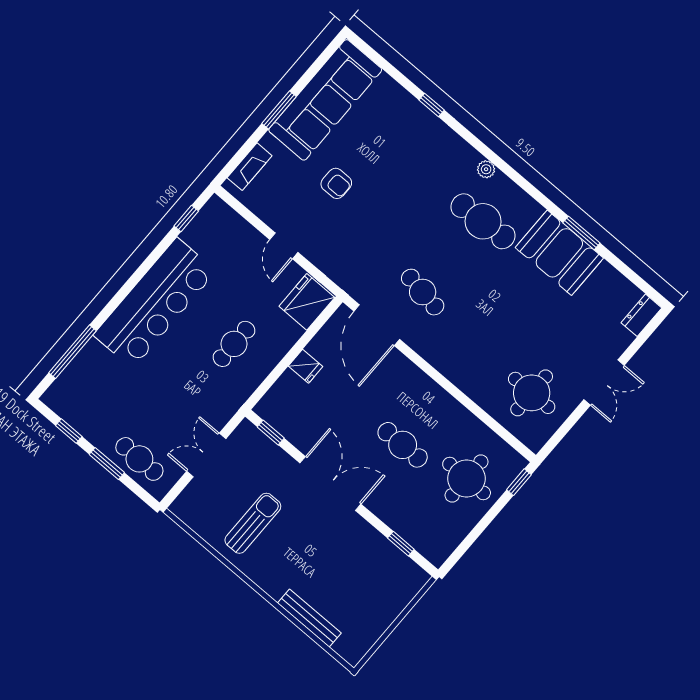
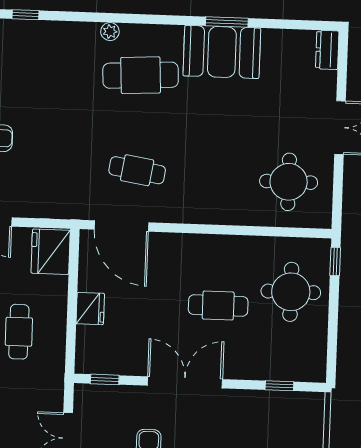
fridge: (306, 366) -> (90, 309), width x1.38

